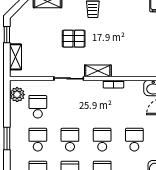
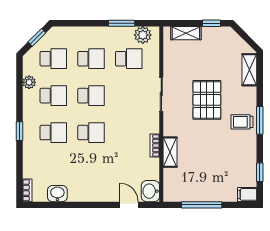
pallet: (74, 39) -> (207, 100), width x1.50, depth x1.42
shelving: (98, 71) -> (170, 152), moved
window: (7, 139) -> (122, 23), moved
school desk: (134, 140) -> (91, 169), removed

